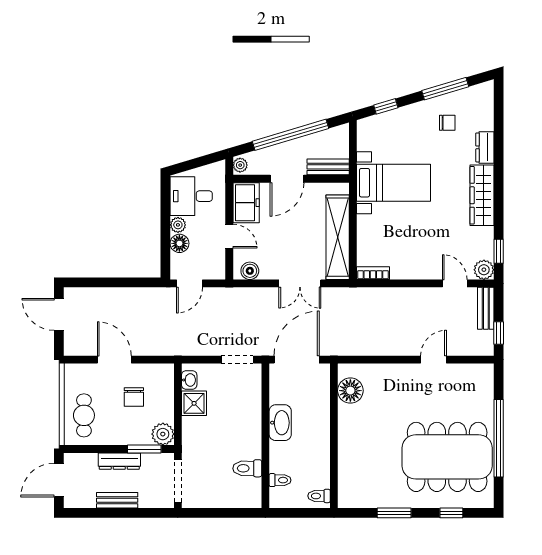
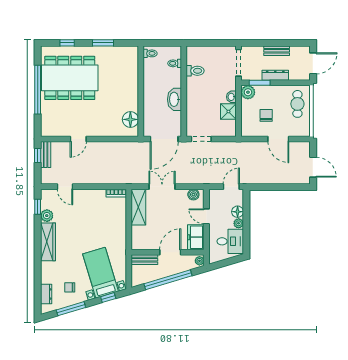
dresser: (485, 147) -> (46, 294), moved
bed with nightstands: (394, 183) -> (101, 273), moved, turned 73
shelving: (338, 237) -> (138, 207), width x0.68
plant: (484, 270) -> (47, 216), moved
bench: (486, 308) -> (46, 154), moved
washbasin: (189, 380) -> (231, 97), moved

